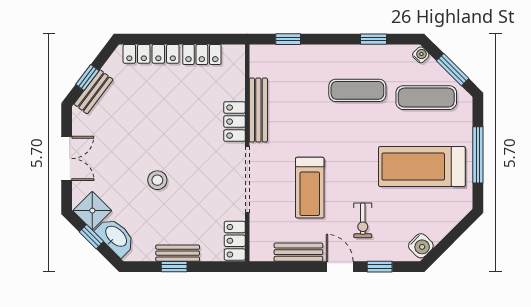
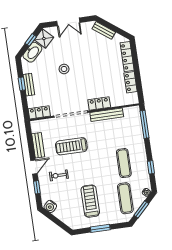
window: (288, 39) -> (145, 124), width x2.17
window: (87, 77) -> (111, 26), removed
window: (478, 155) -> (100, 228), width x0.69
treadmill: (422, 167) -> (90, 201), width x0.73, depth x0.73

